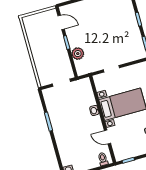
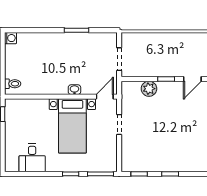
door: (107, 137) -> (105, 97), moved

